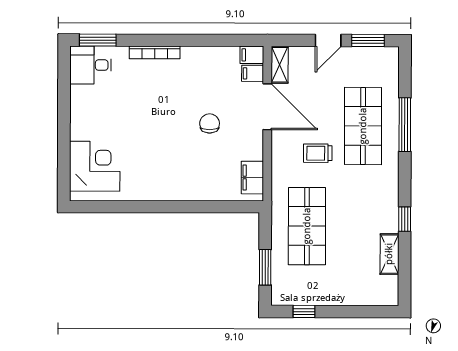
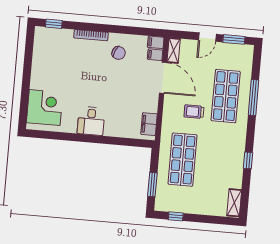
window: (98, 40) -> (54, 24), width x0.67
desk: (91, 65) -> (91, 121), moved, turned -90
chair: (210, 123) -> (119, 53), moved, turned 113
shelving: (389, 254) -> (234, 203), moved

